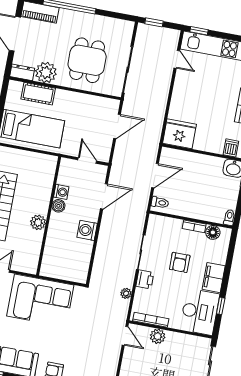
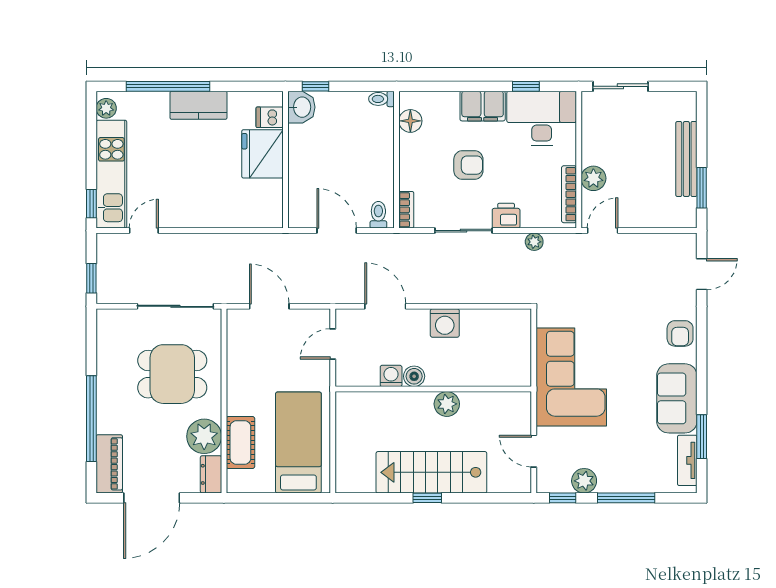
fridge: (179, 134) -> (262, 154), moved
bookcase: (194, 226) -> (406, 210), moved

